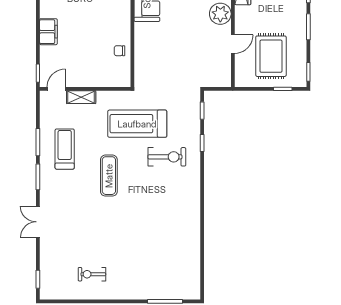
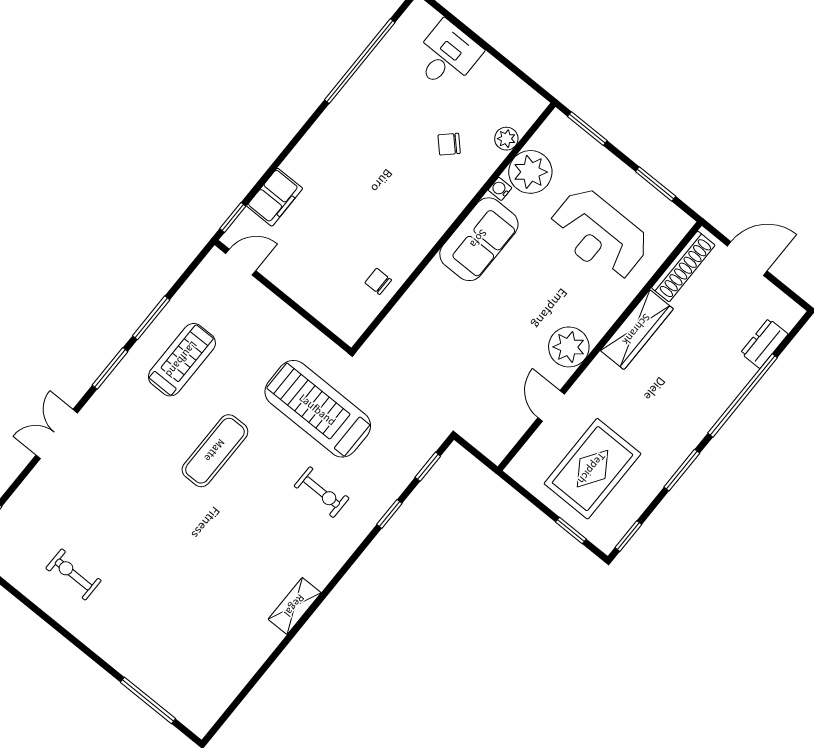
filing cabinet: (48, 32) -> (275, 197), moved
door: (233, 44) -> (551, 406), swing flipped
shelving: (81, 97) -> (295, 606), moved, turned 90
exercise bike: (167, 157) -> (322, 492), width x0.73, depth x0.72

